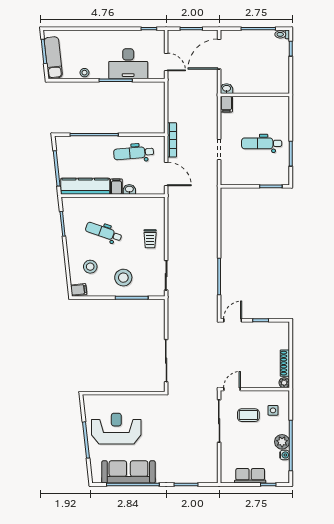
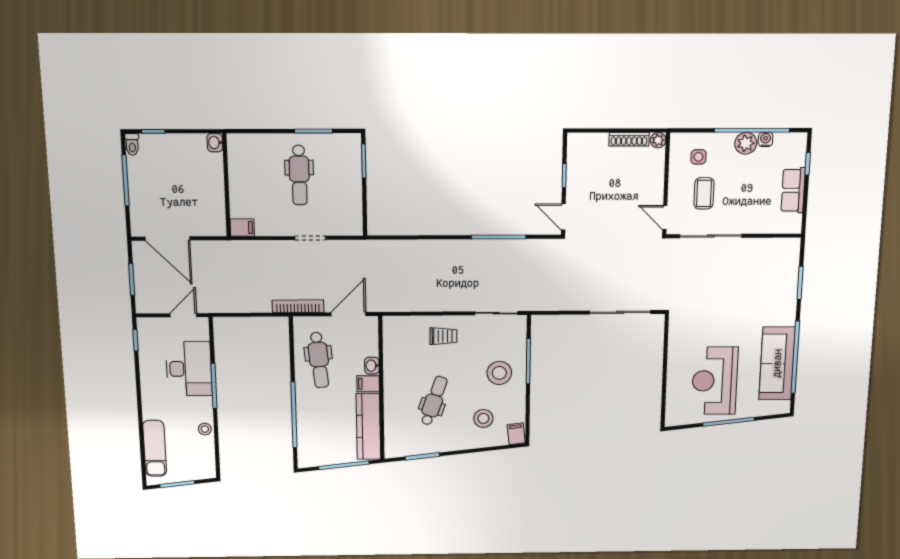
exam couch: (53, 58) -> (155, 448), moved, turned 96
washbasin: (227, 89) -> (215, 143), moved
dental chair: (104, 232) -> (434, 401), turned 180

